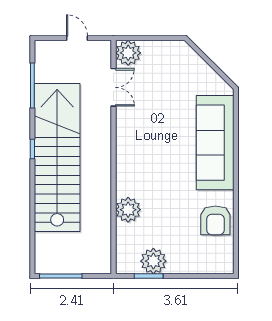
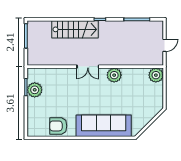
double door: (113, 87) -> (88, 67), moved
stairs: (57, 157) -> (75, 29), width x0.54, depth x0.66
plant: (128, 210) -> (114, 75), moved

